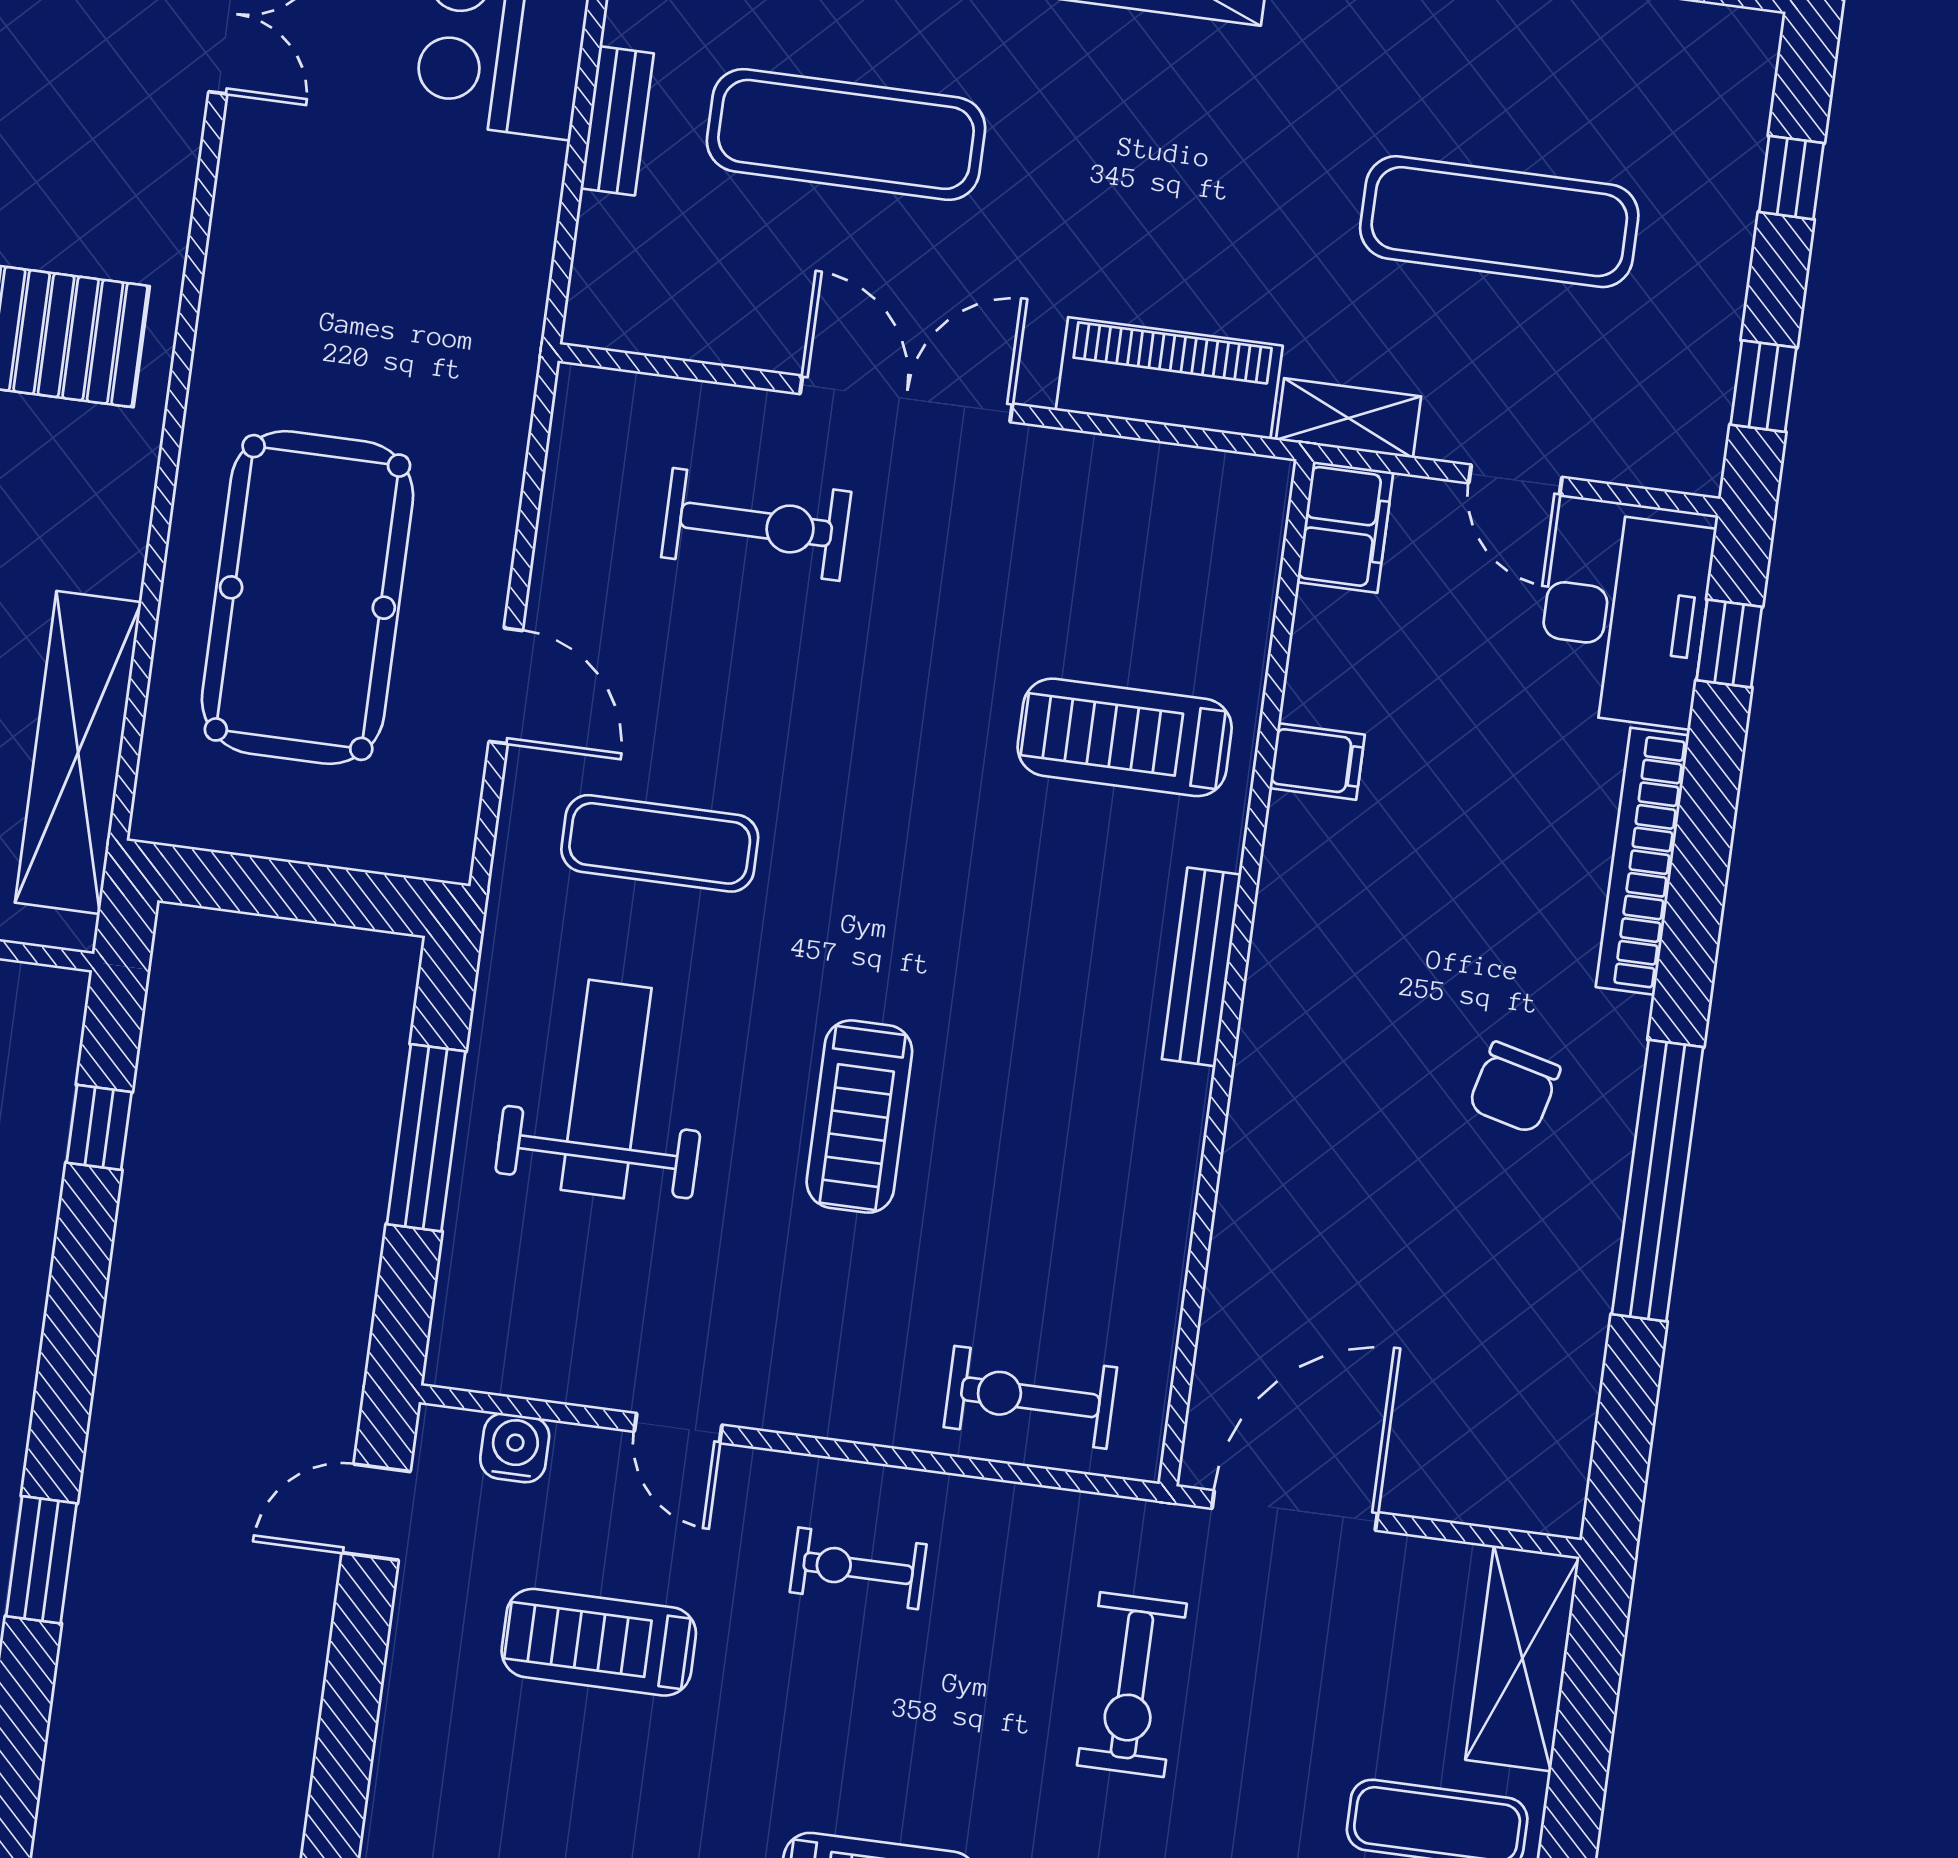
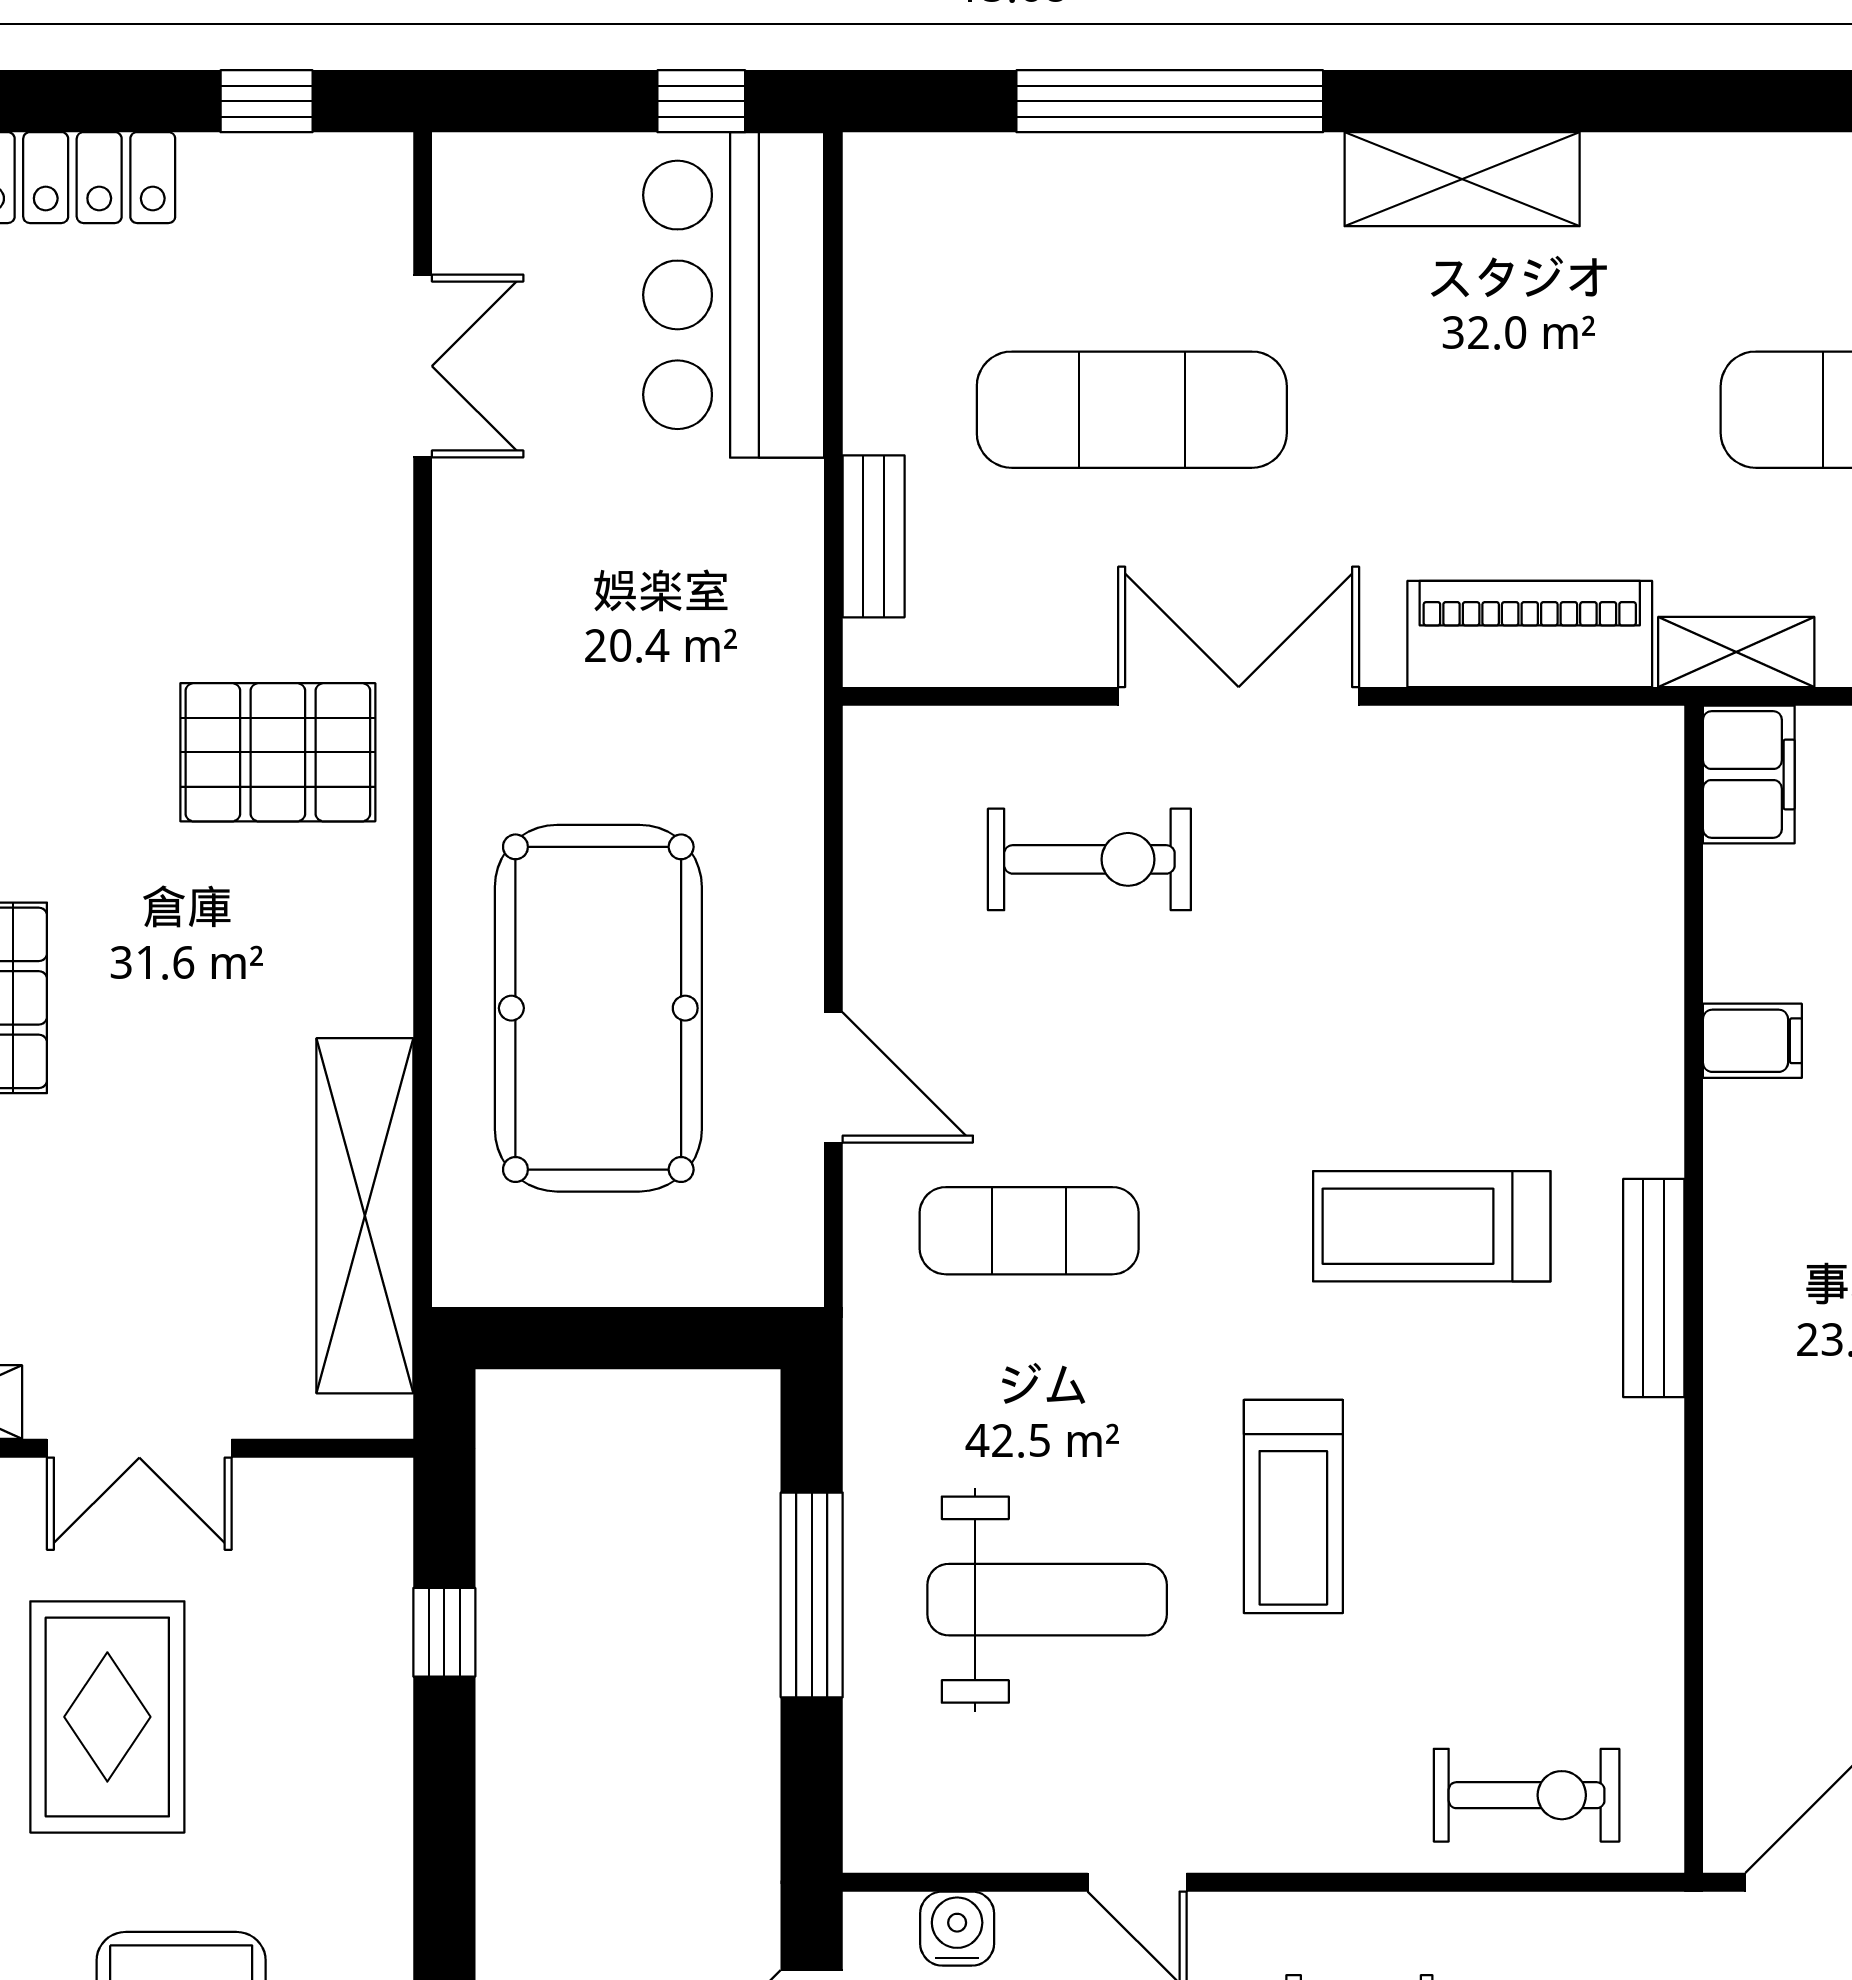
bench: (617, 121) -> (874, 536), moved
treadmill: (1125, 737) -> (1432, 1226), moved
weight bench: (606, 1089) -> (1047, 1600), moved, turned 90
exercise bike: (1030, 1397) -> (1527, 1795), turned 180

